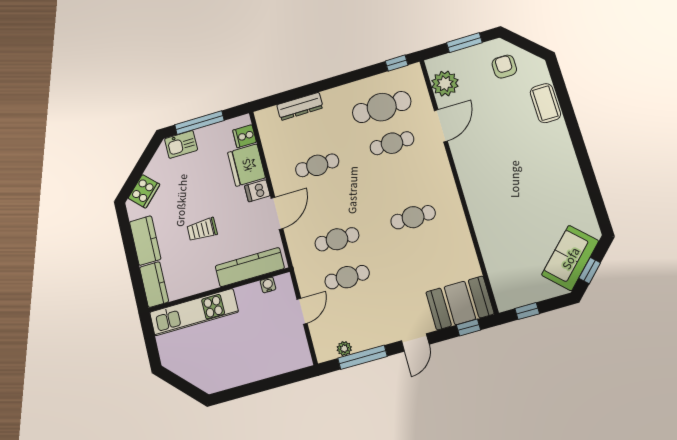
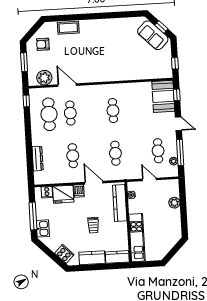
cafe table: (347, 277) -> (158, 151), moved
plant: (269, 367) -> (174, 203), added

